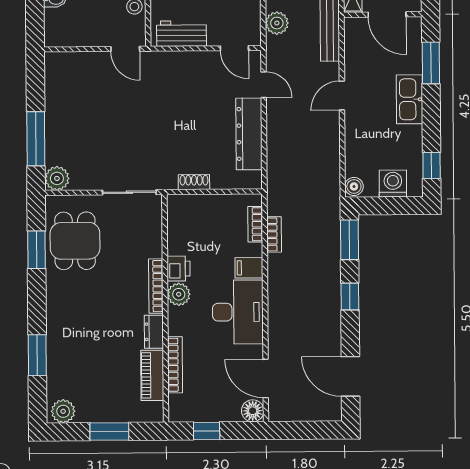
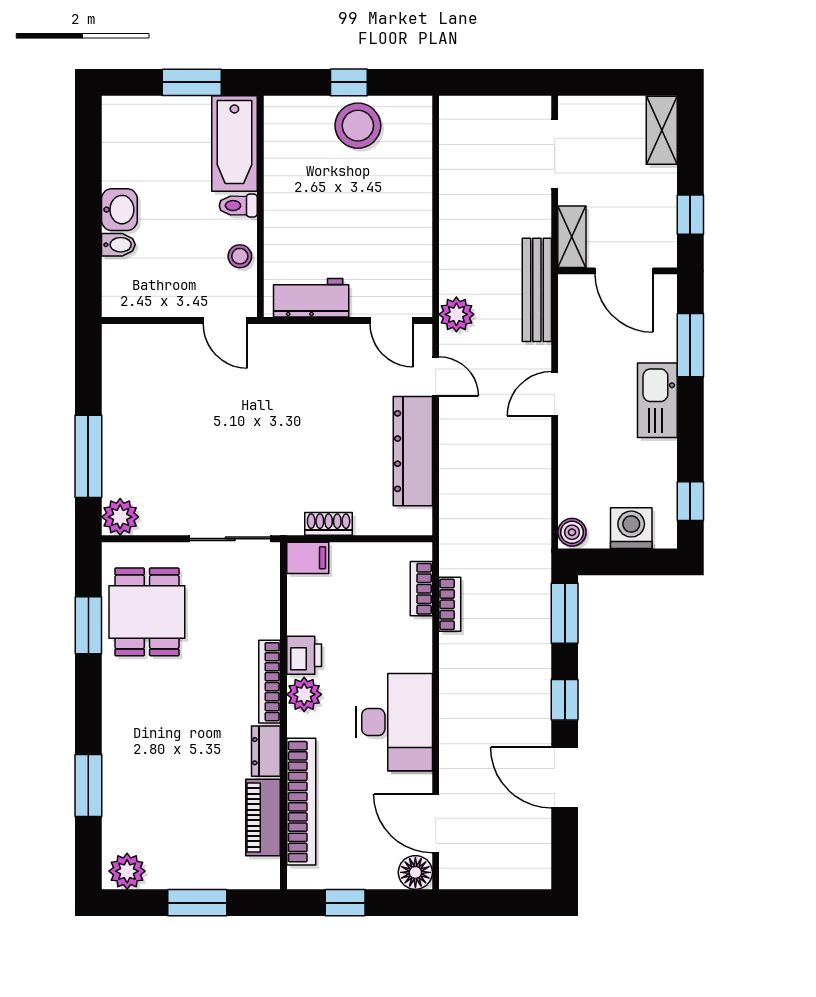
plant: (277, 23) -> (456, 314), moved
filing cabinet: (249, 268) -> (308, 558), moved, turned 180
bookcase: (175, 365) -> (301, 802), width x1.48, depth x1.31
door: (350, 376) -> (565, 778), moved

